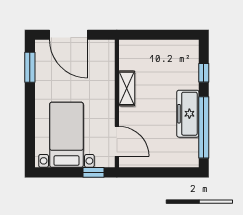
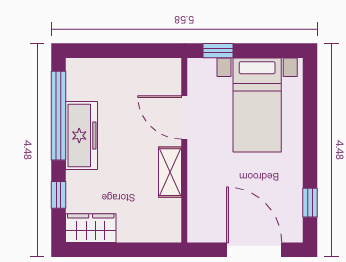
wardrobe: (181, 50) -> (91, 228), added
window: (30, 67) -> (310, 203), width x0.67
door: (117, 141) -> (184, 117), moved

